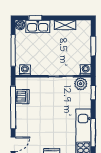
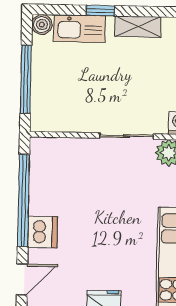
window: (35, 18) -> (100, 11), moved
washing machine: (25, 70) -> (50, 121), removed
dishwasher: (22, 97) -> (42, 232), moved

